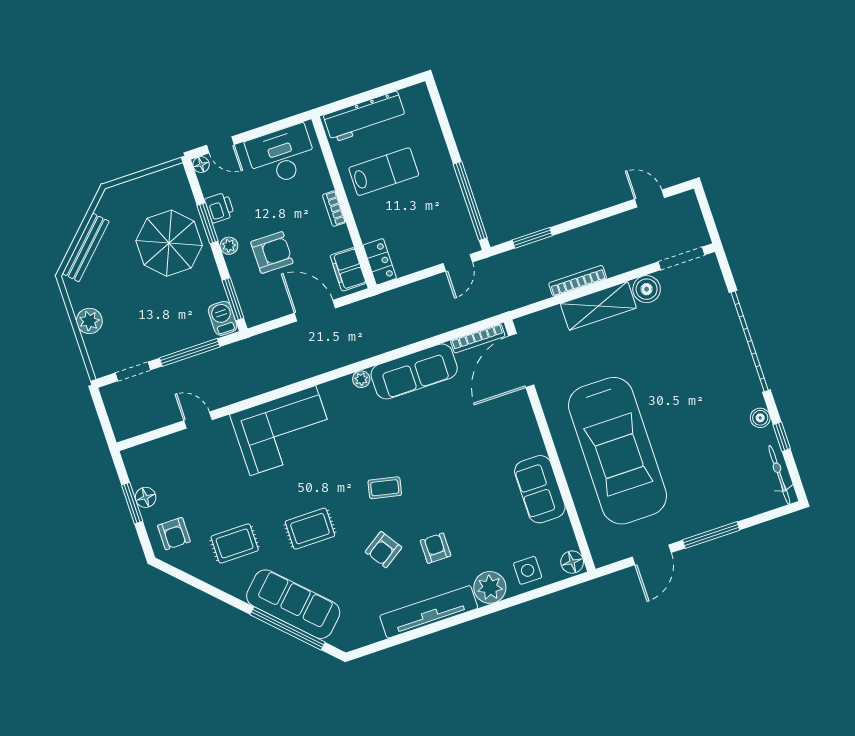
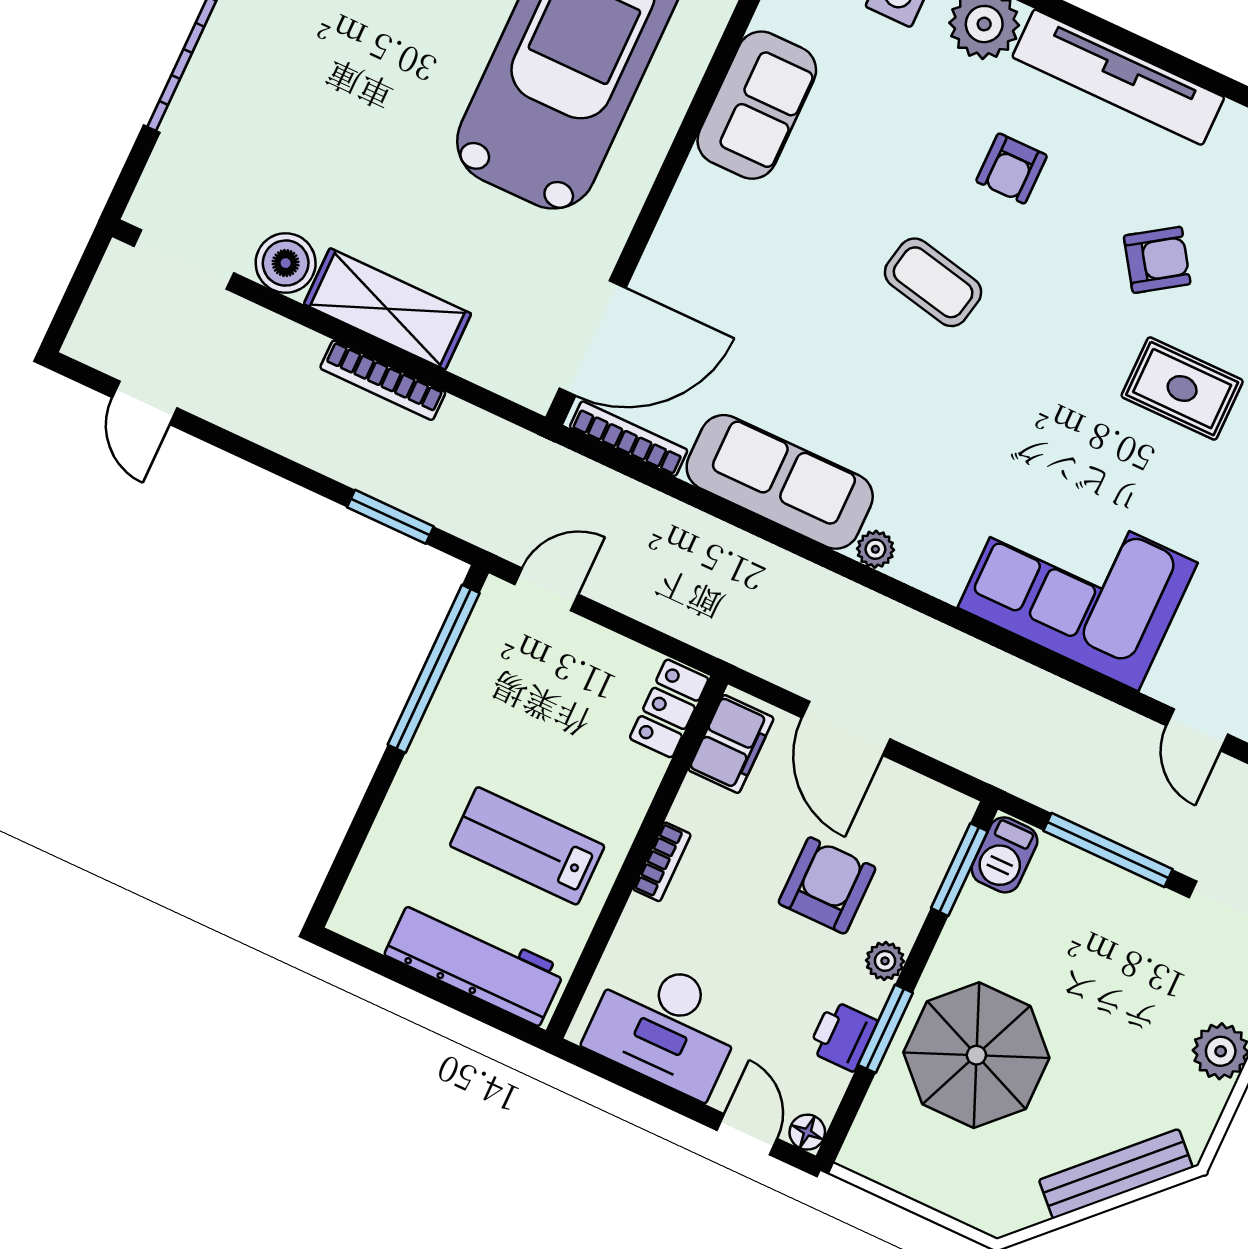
armchair: (272, 253) -> (827, 885), turned 90
coffee table: (385, 488) -> (933, 282), moved, width x1.36, depth x1.30
armchair: (384, 550) -> (1157, 260), moved

